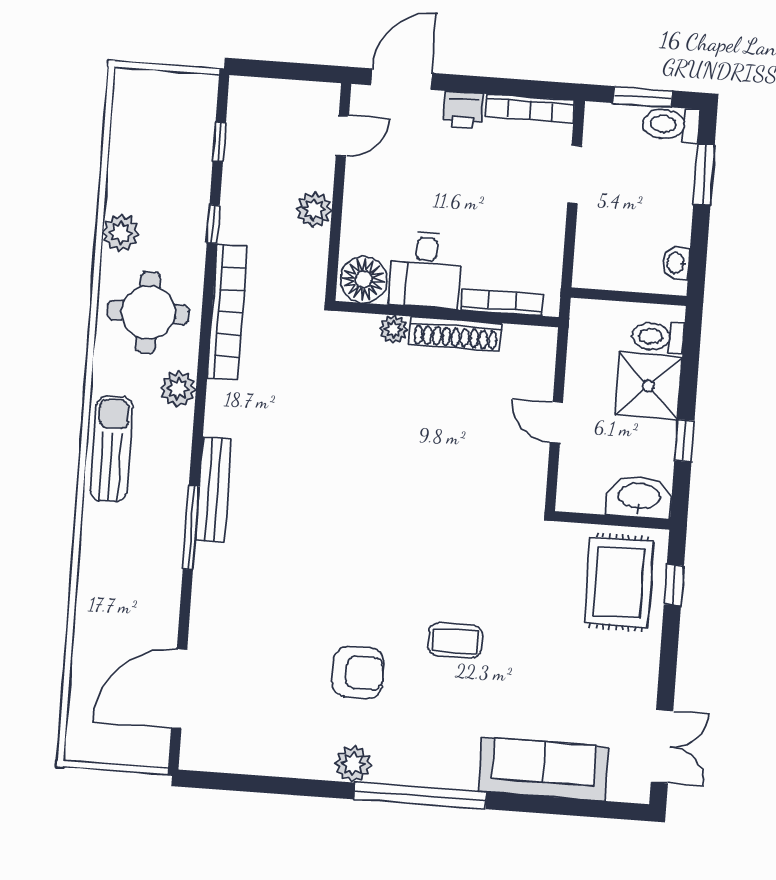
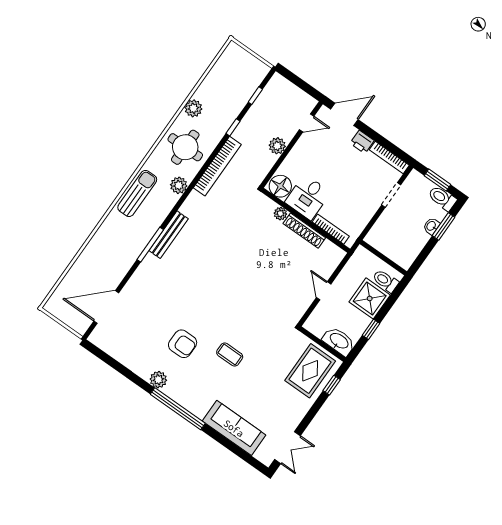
washbasin: (676, 263) -> (431, 226), moved

